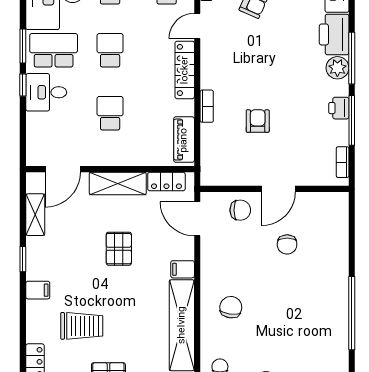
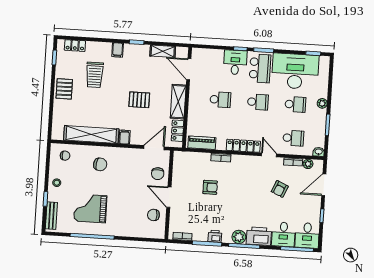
chair: (287, 244) -> (153, 215), moved
grand piano: (305, 319) -> (90, 208), added

